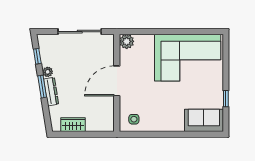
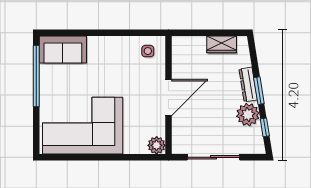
plant: (48, 72) -> (248, 115), width x1.87, depth x1.87
window: (226, 99) -> (36, 76), width x3.17

